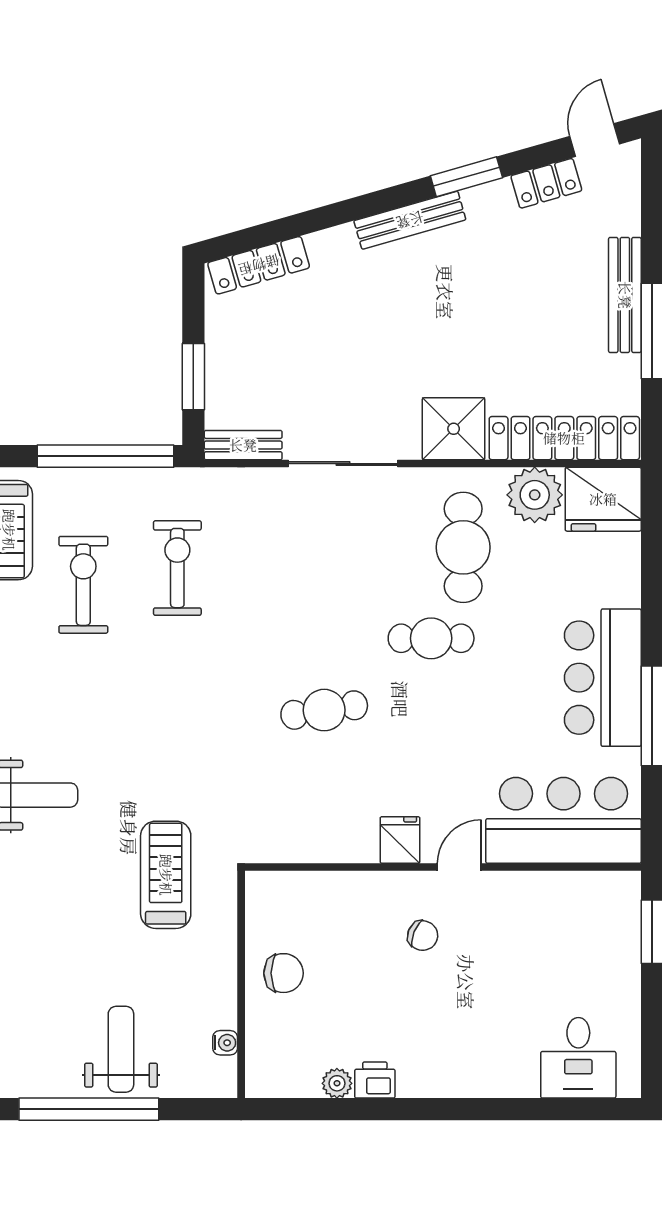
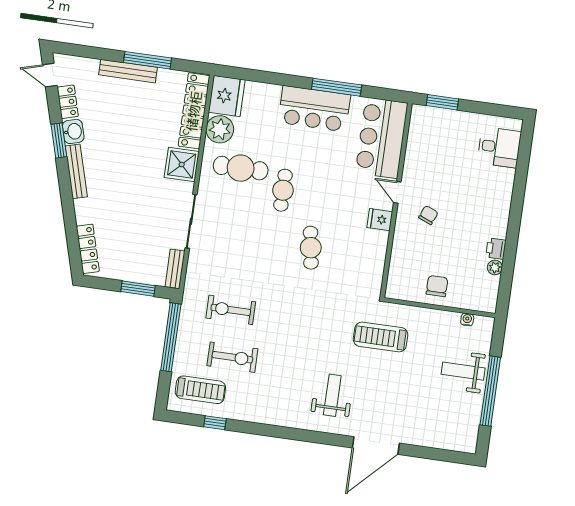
washbasin: (489, 203) -> (73, 131), added
exercise bike: (83, 585) -> (232, 357), turned 180

